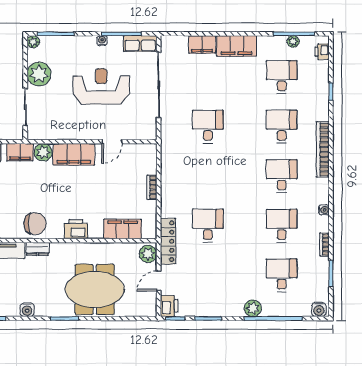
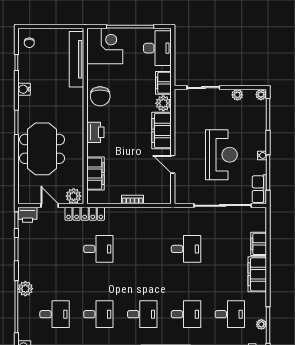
plant: (39, 74) -> (237, 95), width x0.53, depth x0.53
dresser: (38, 249) -> (78, 98), removed

